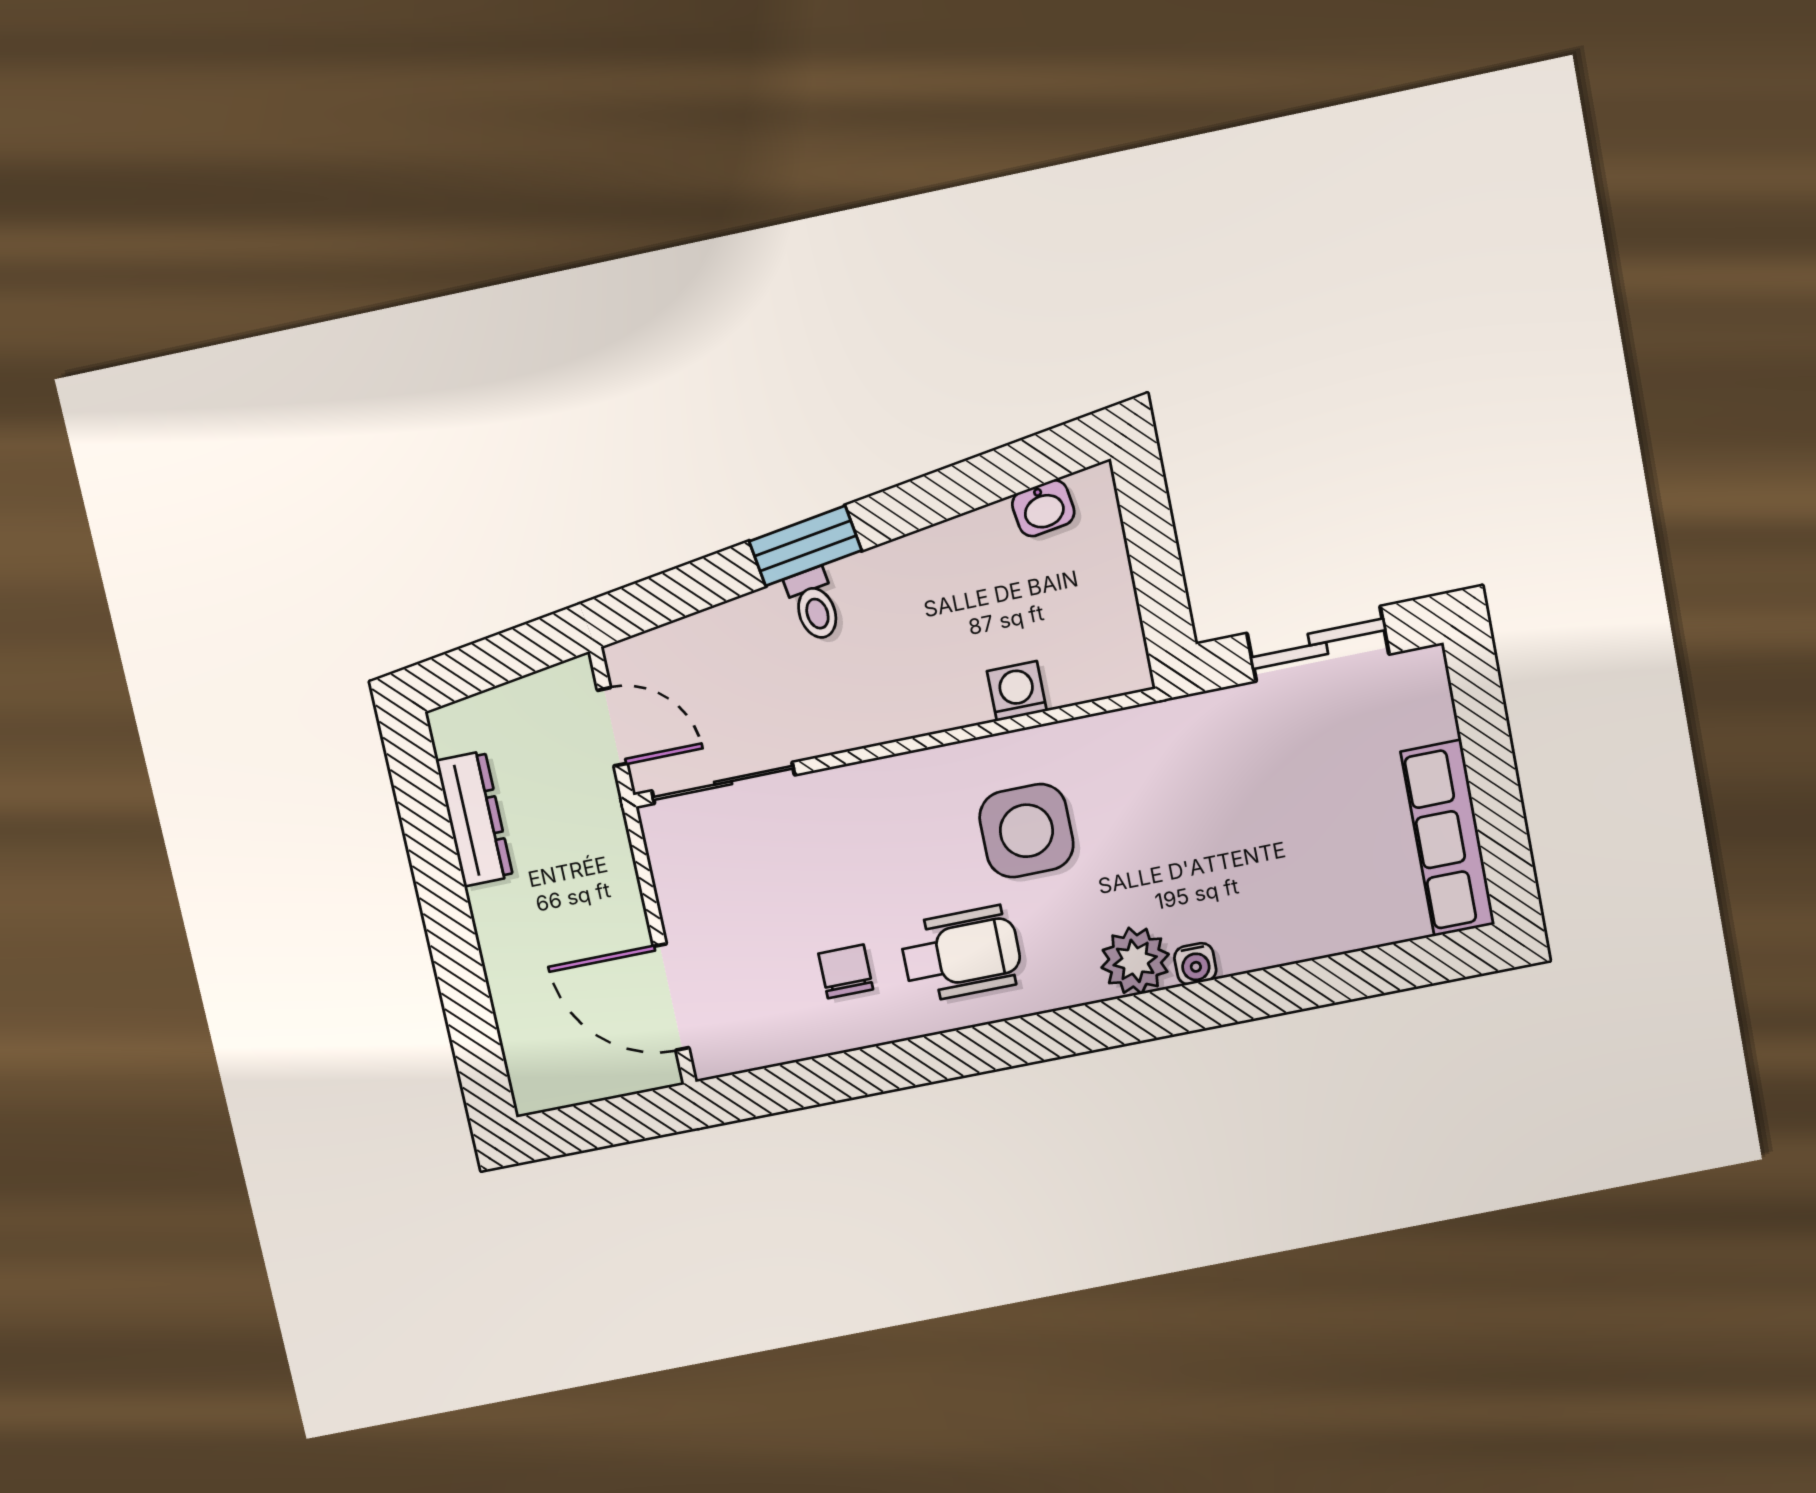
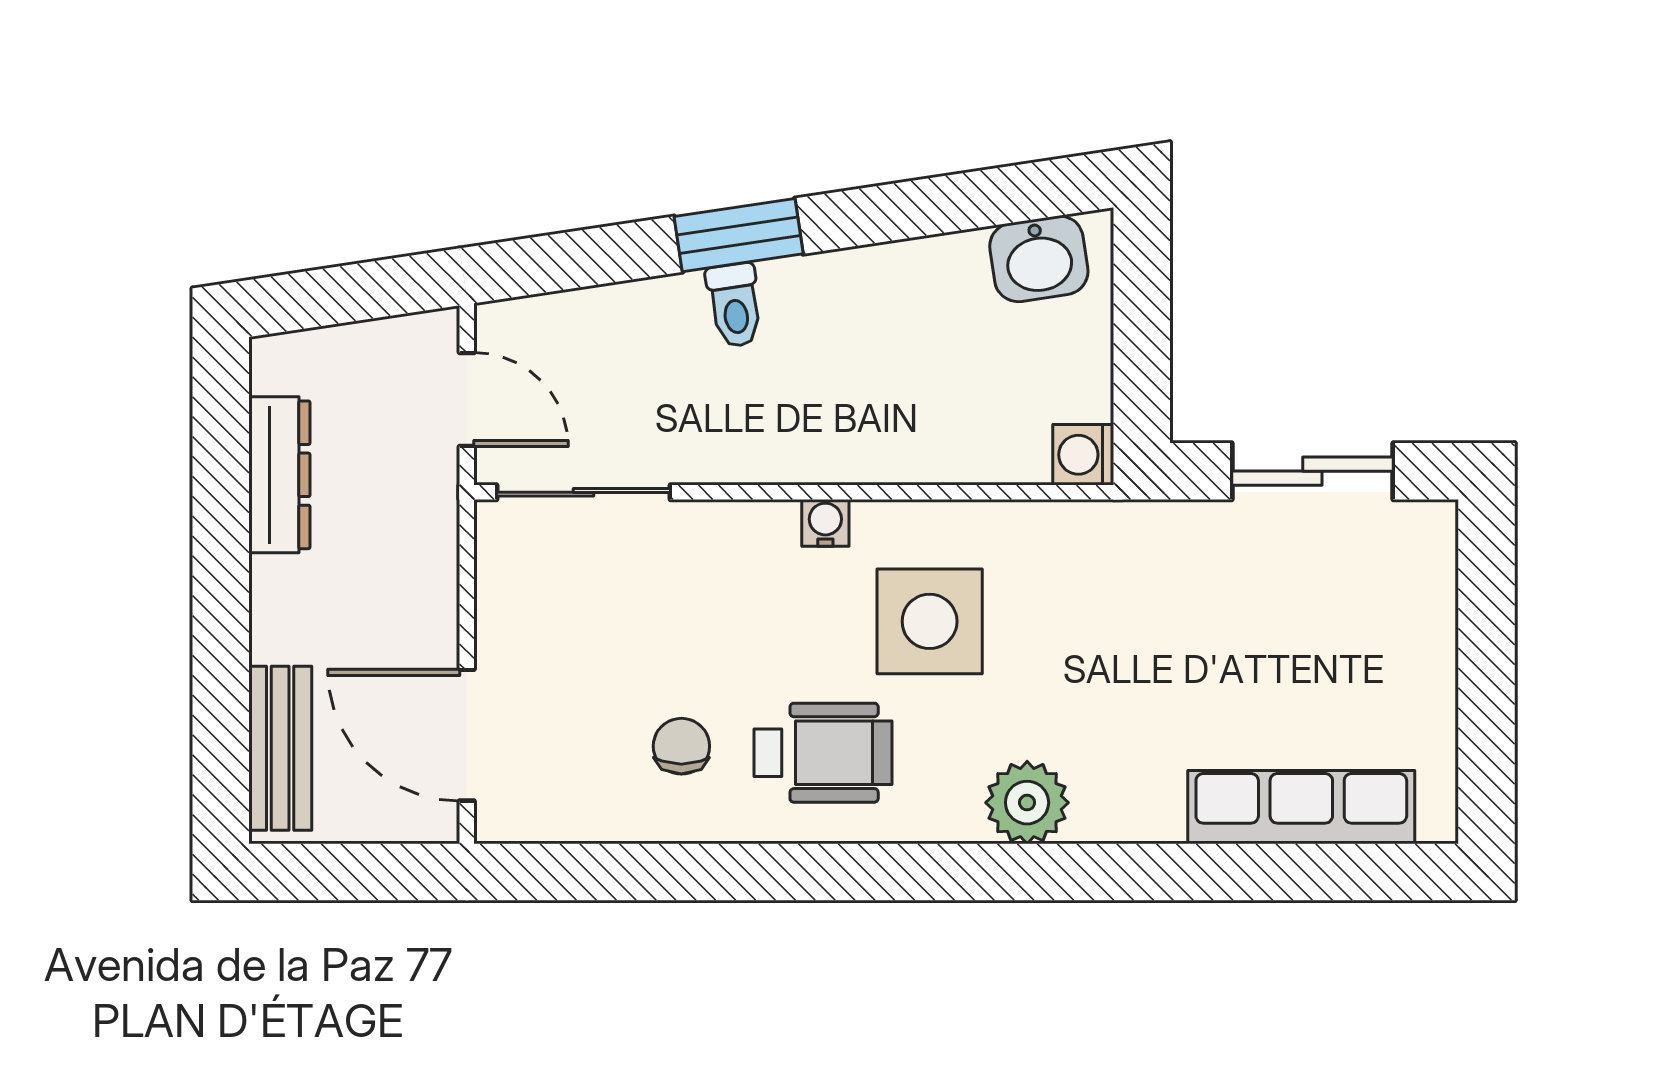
washbasin: (1043, 508) -> (1039, 259), width x1.38, depth x1.45
washing machine: (1017, 691) -> (1083, 455), moved, turned -90
row of seats: (1448, 838) -> (1301, 807), moved, turned 90
water cooler: (1195, 964) -> (825, 523), moved, turned 180
bench: (524, 1037) -> (280, 748), added

